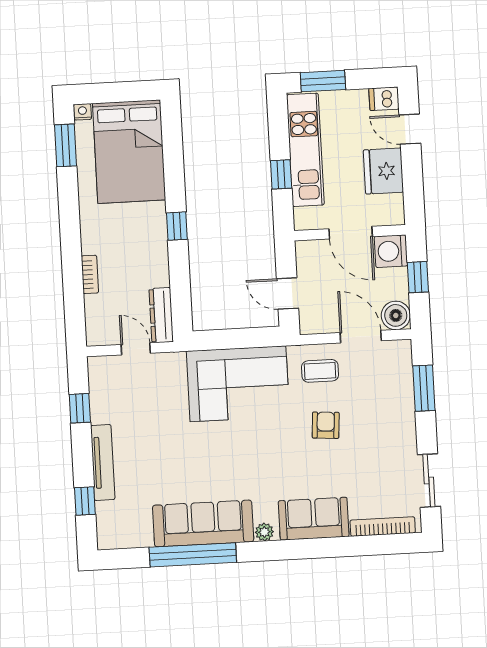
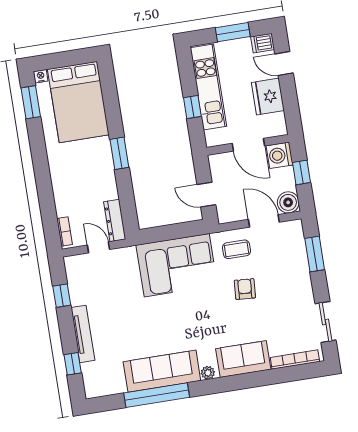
window: (323, 81) -> (233, 32), moved
window: (177, 226) -> (119, 153), width x1.50
bookcase: (90, 274) -> (65, 232), moved

